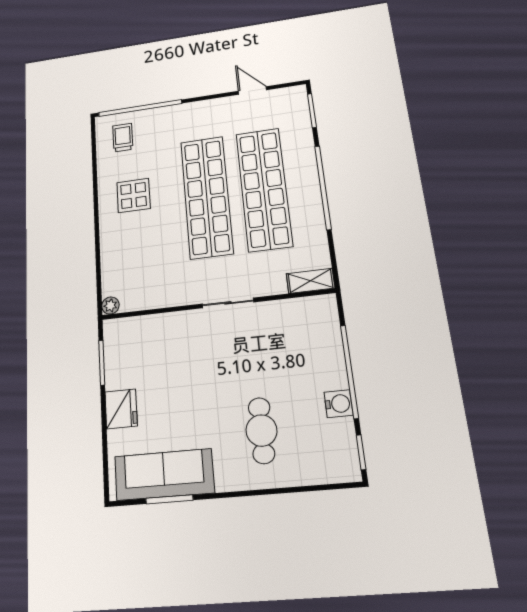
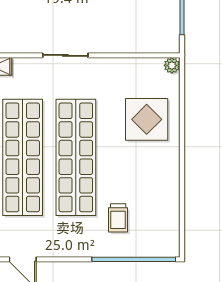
trolley: (123, 138) -> (118, 218), moved
display table: (134, 195) -> (147, 119), moved, width x1.36, depth x1.36

